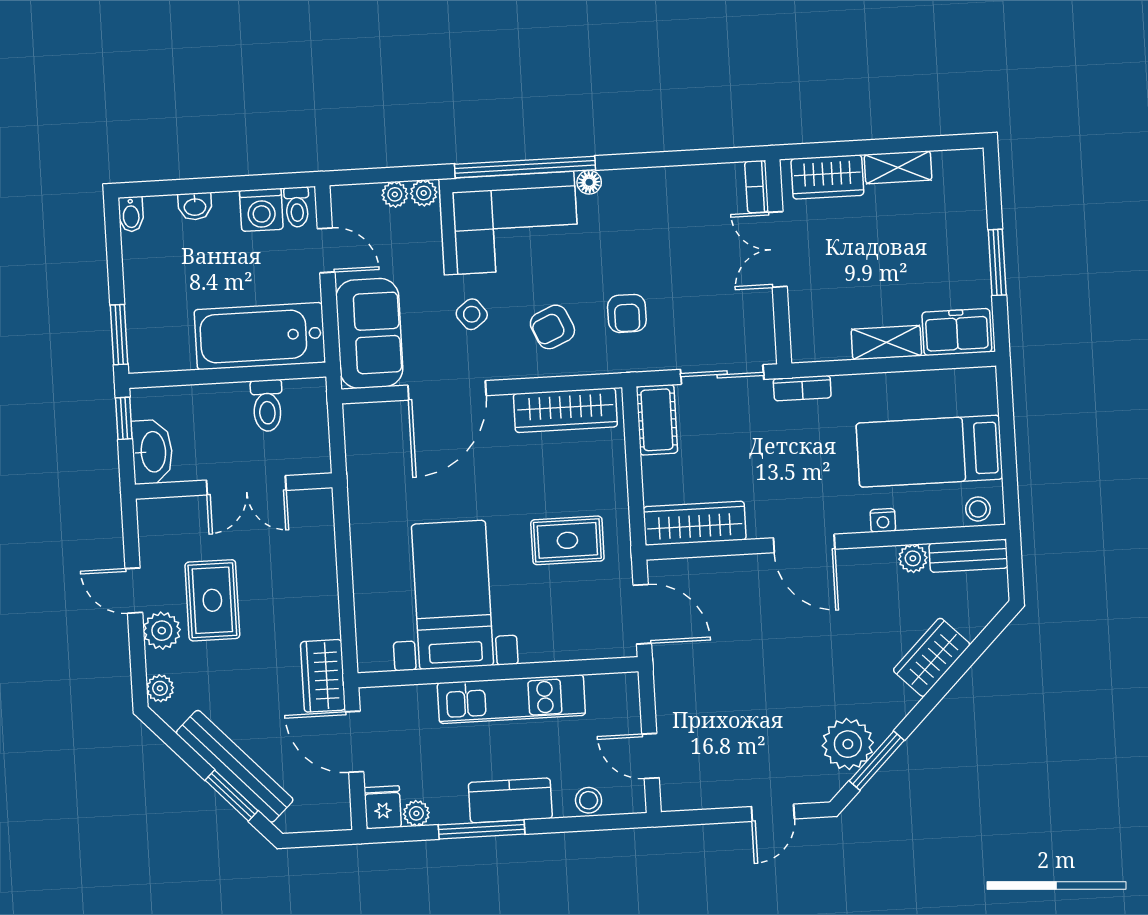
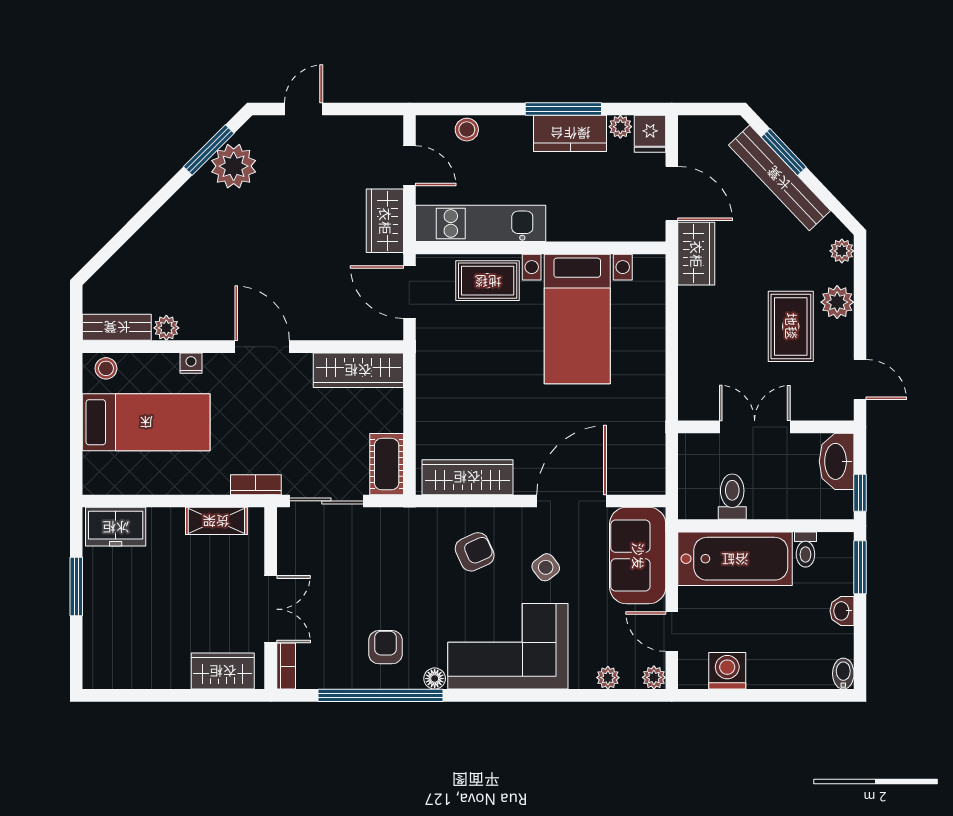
window: (525, 167) -> (381, 695), moved
shelving: (898, 167) -> (159, 676), removed
plant: (424, 193) -> (654, 677), moved
washbasin: (195, 206) -> (842, 611), moved, turned -90
toilet: (297, 207) -> (805, 550), moved, turned 180
armchair: (627, 313) -> (385, 647), moved
shelving: (886, 343) -> (216, 521), moved
rug: (567, 540) -> (488, 281), moved
door: (134, 591) -> (860, 380), moved
wardrobe: (932, 657) -> (385, 221), moved, turned 135
kitchen unit: (511, 699) -> (481, 223), moved
kitchen counter: (510, 800) -> (570, 133), moved

